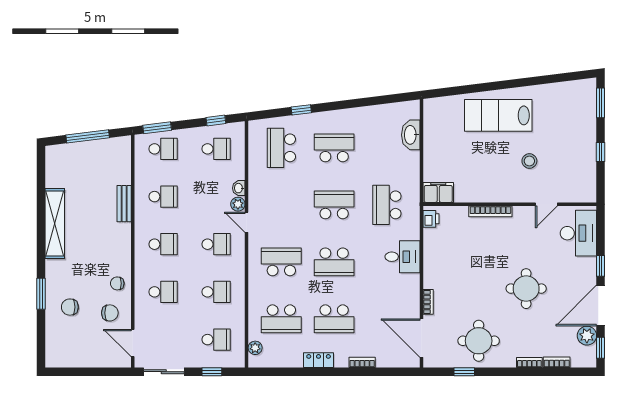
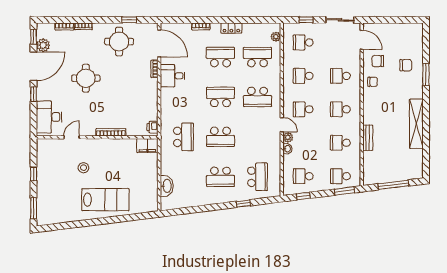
desk: (402, 257) -> (172, 76), moved

